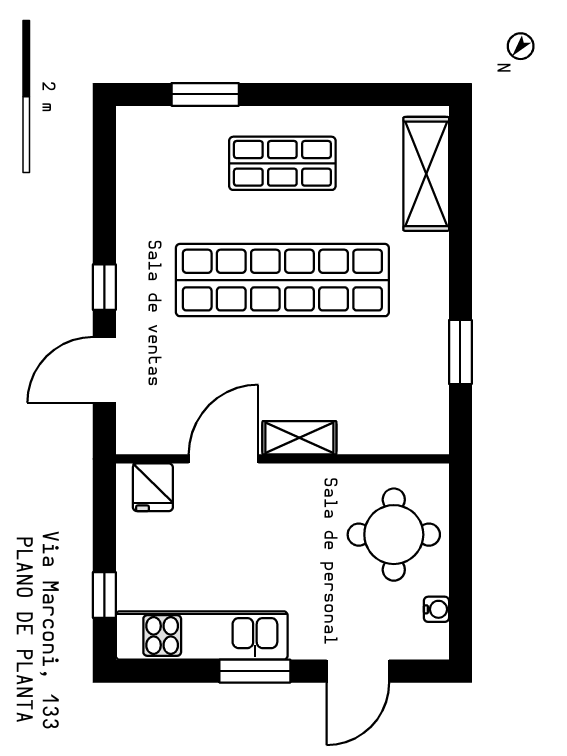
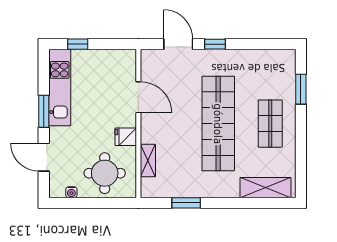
shelving: (299, 438) -> (148, 161), moved
fridge: (153, 487) -> (126, 137), moved

